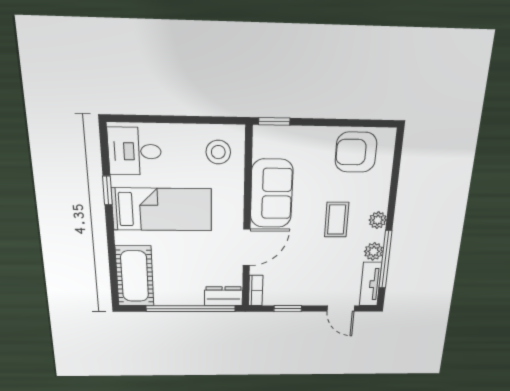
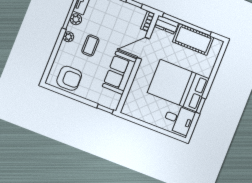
stool: (218, 152) -> (138, 104), removed
bed: (162, 209) -> (178, 86), width x1.50
cot: (135, 276) -> (193, 40), moved, turned 90

